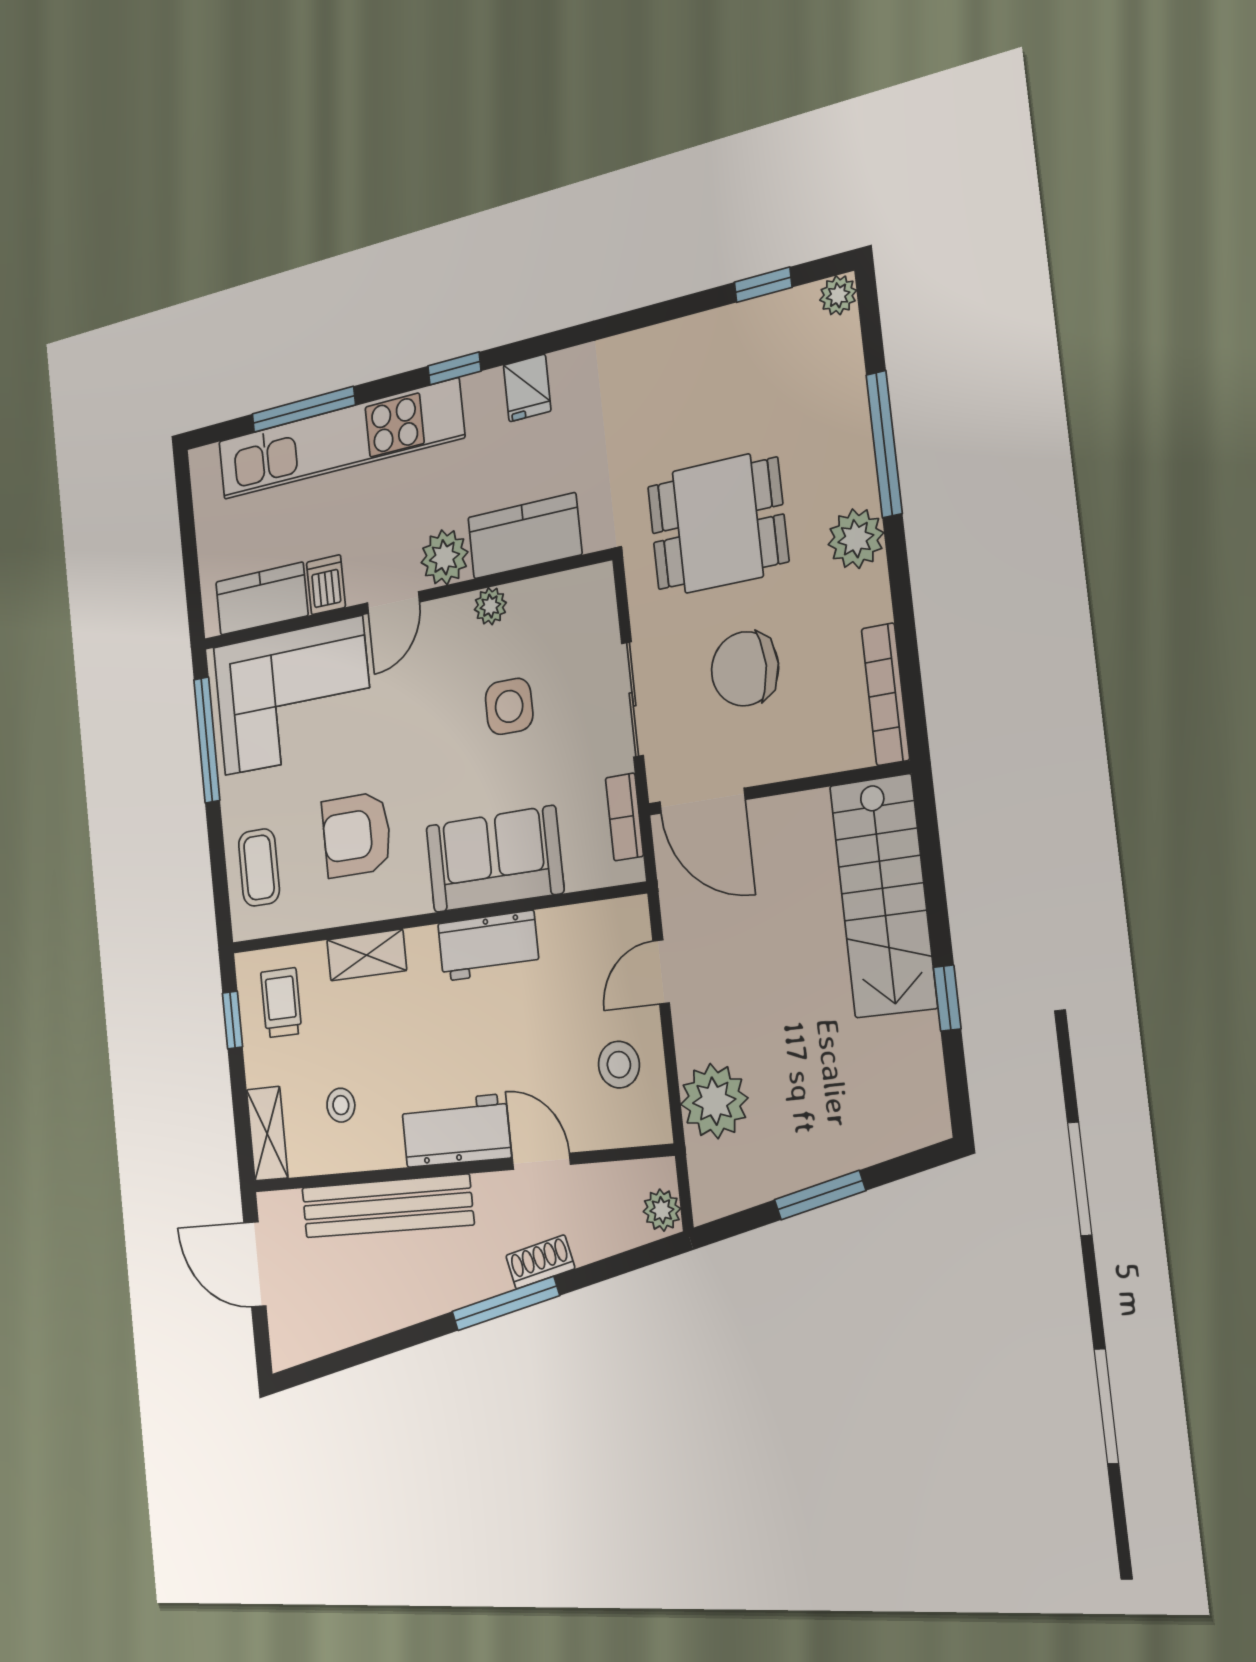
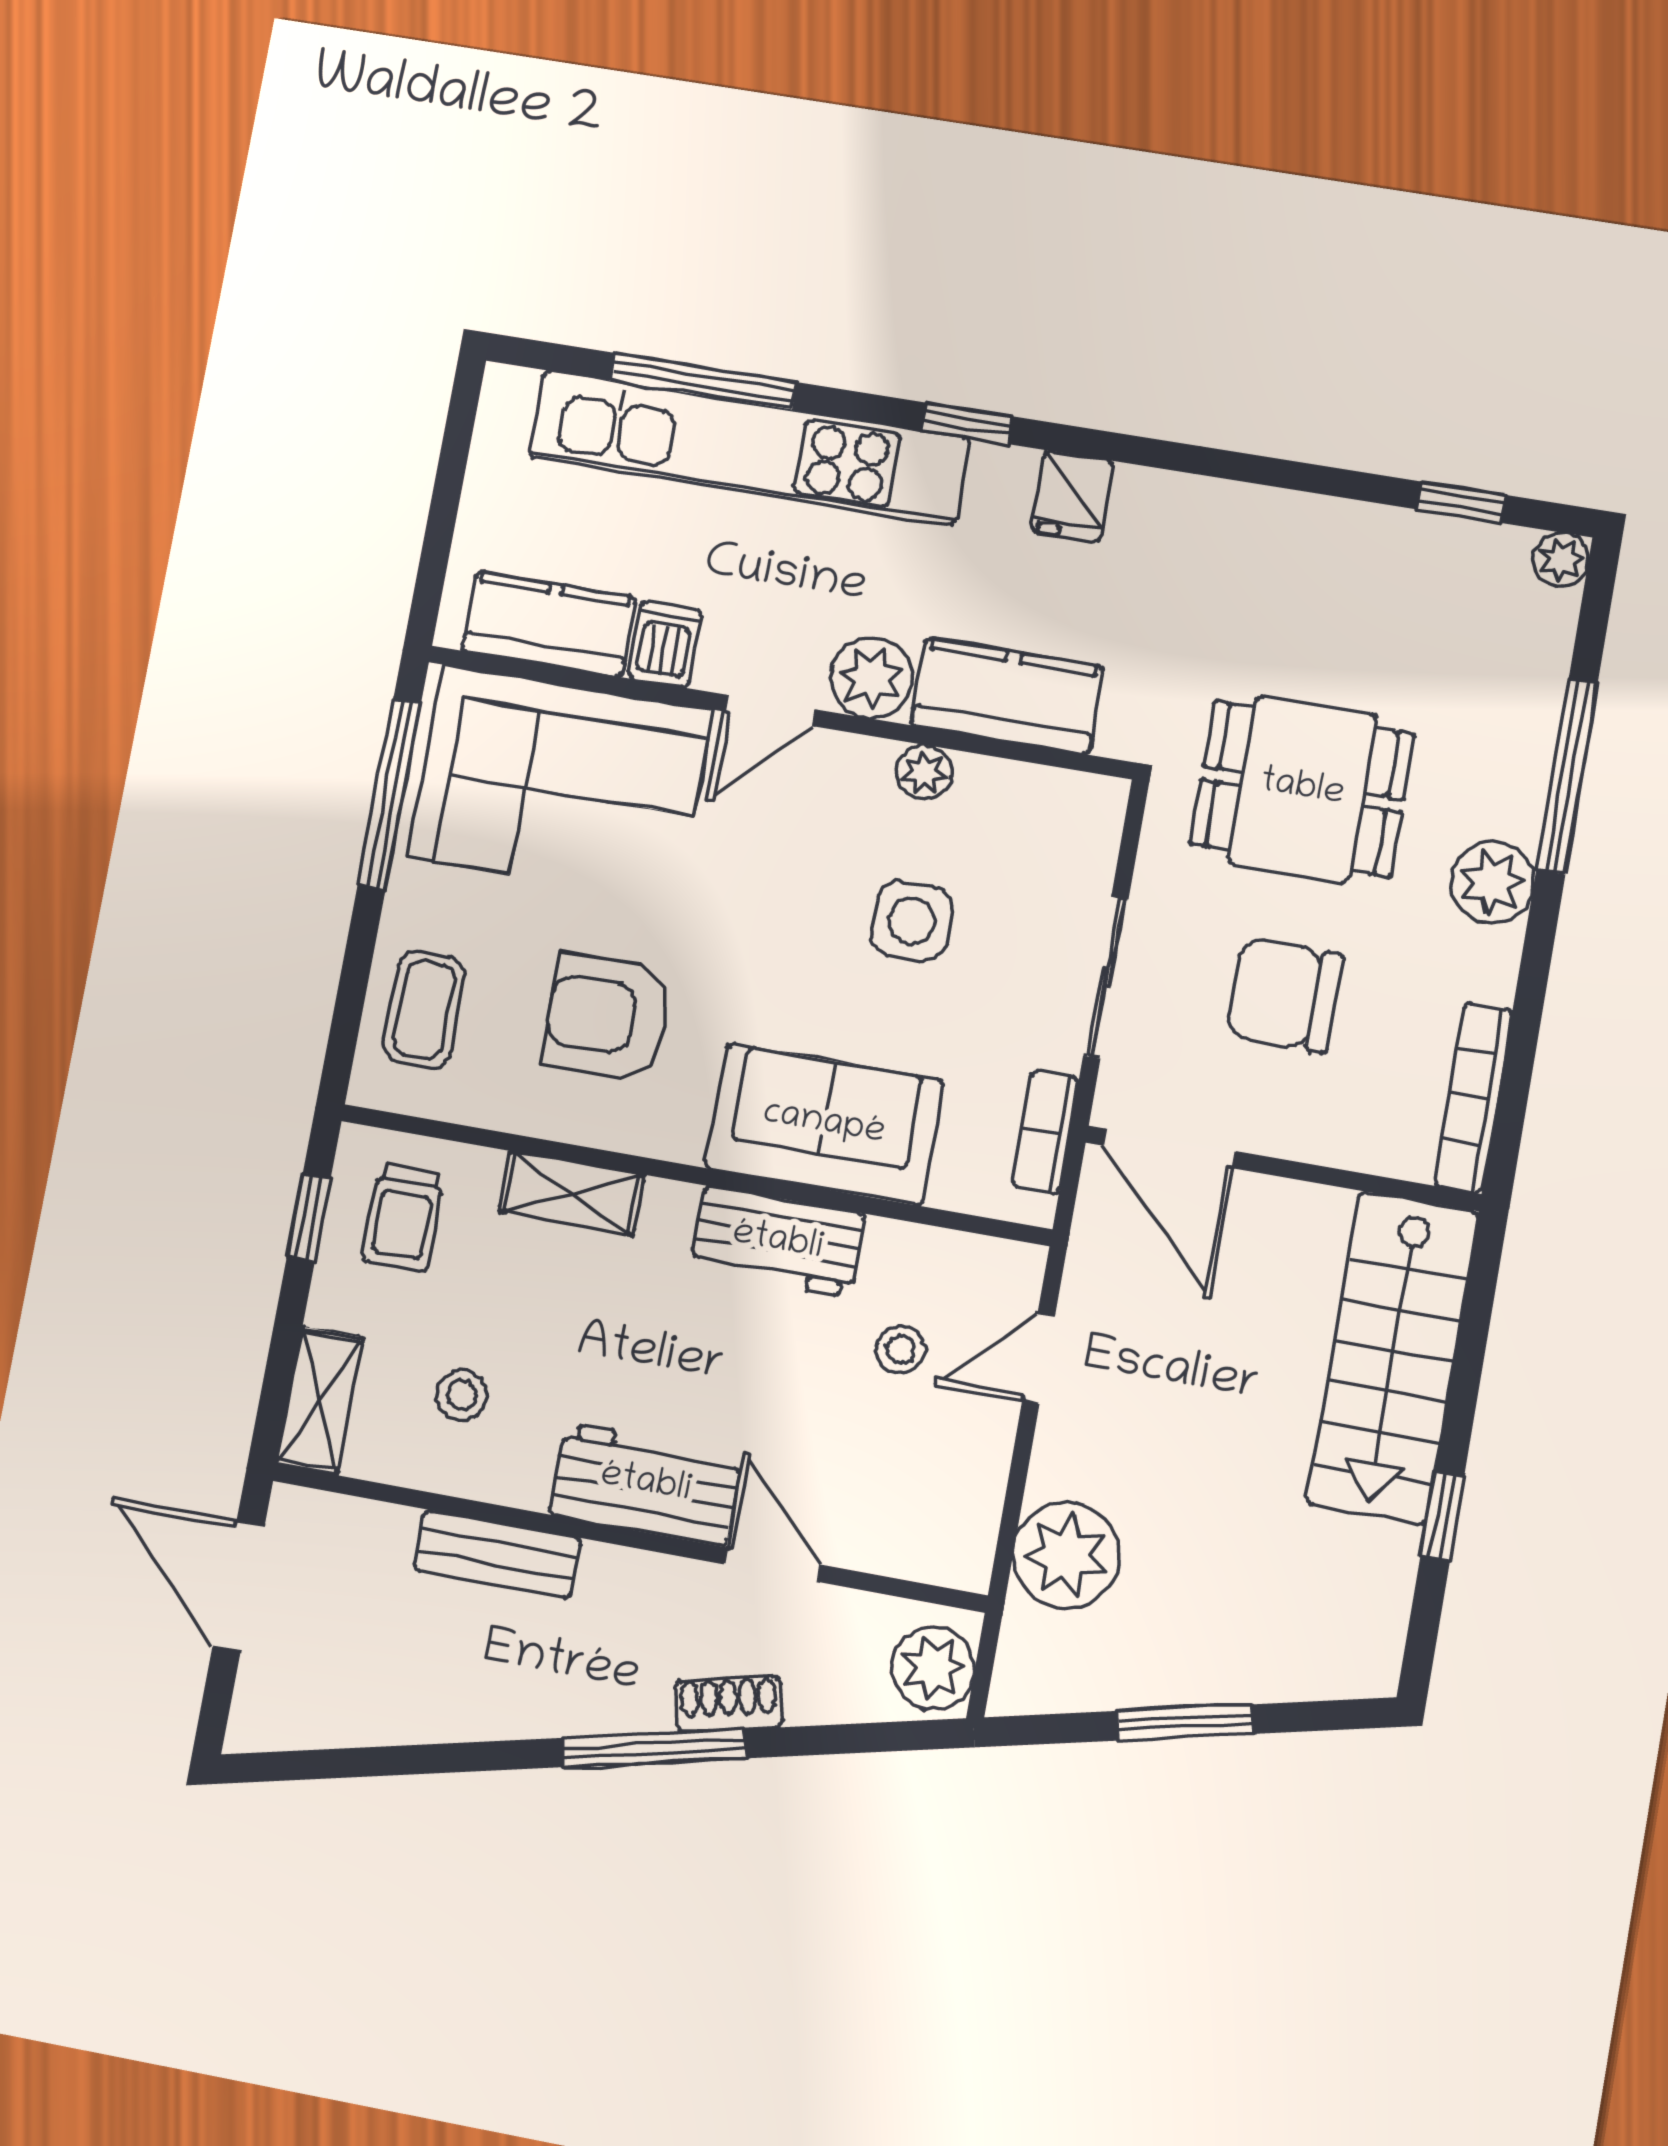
trolley: (281, 1003) -> (403, 1218), turned 180
stool: (619, 1065) -> (901, 1350), moved, width x0.73, depth x0.73
bench: (387, 1206) -> (498, 1554), width x0.54, depth x0.82
plant: (662, 1210) -> (933, 1668), width x1.38, depth x1.38

